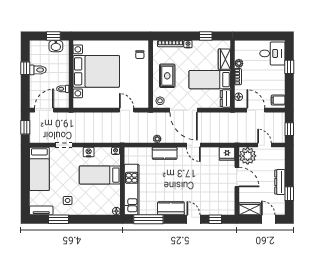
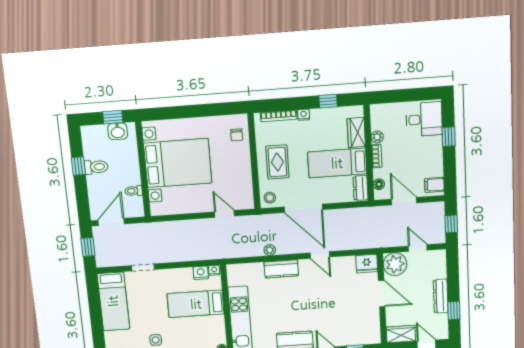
nightstand: (89, 152) -> (201, 273), moved

